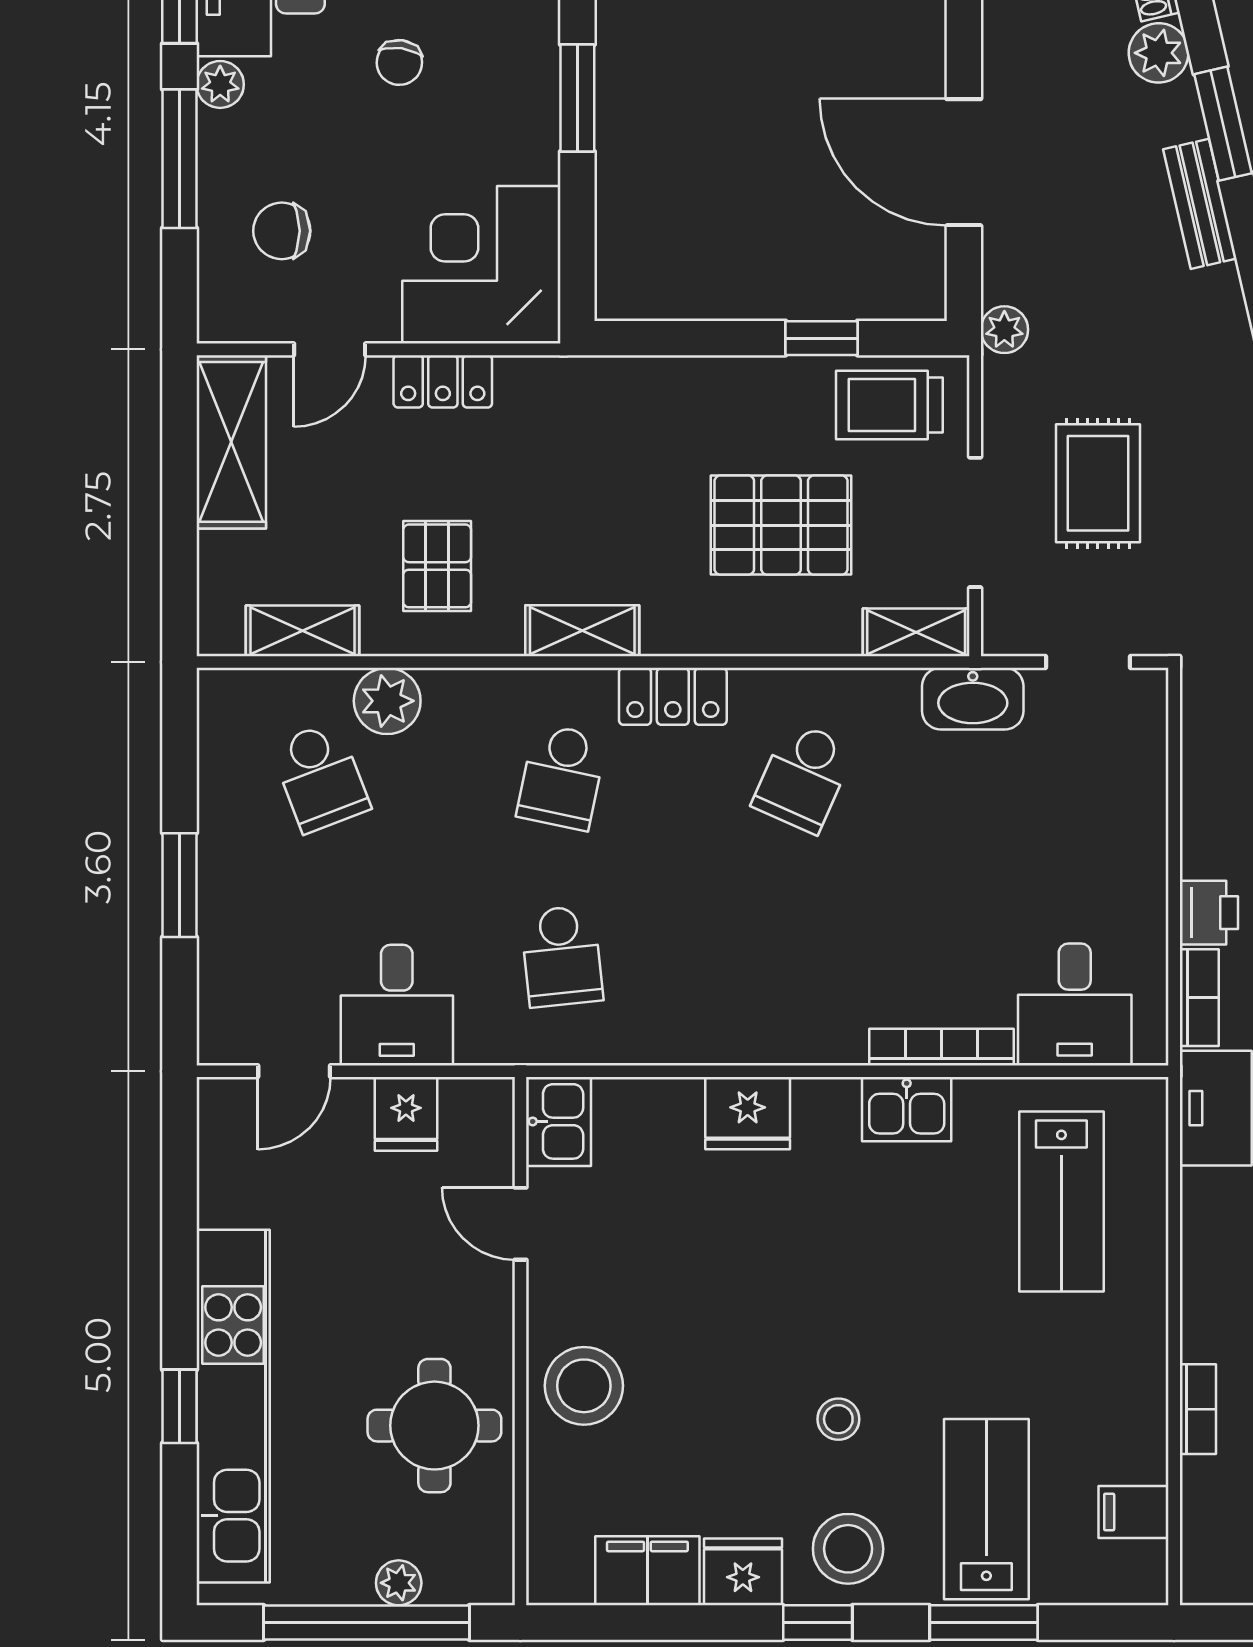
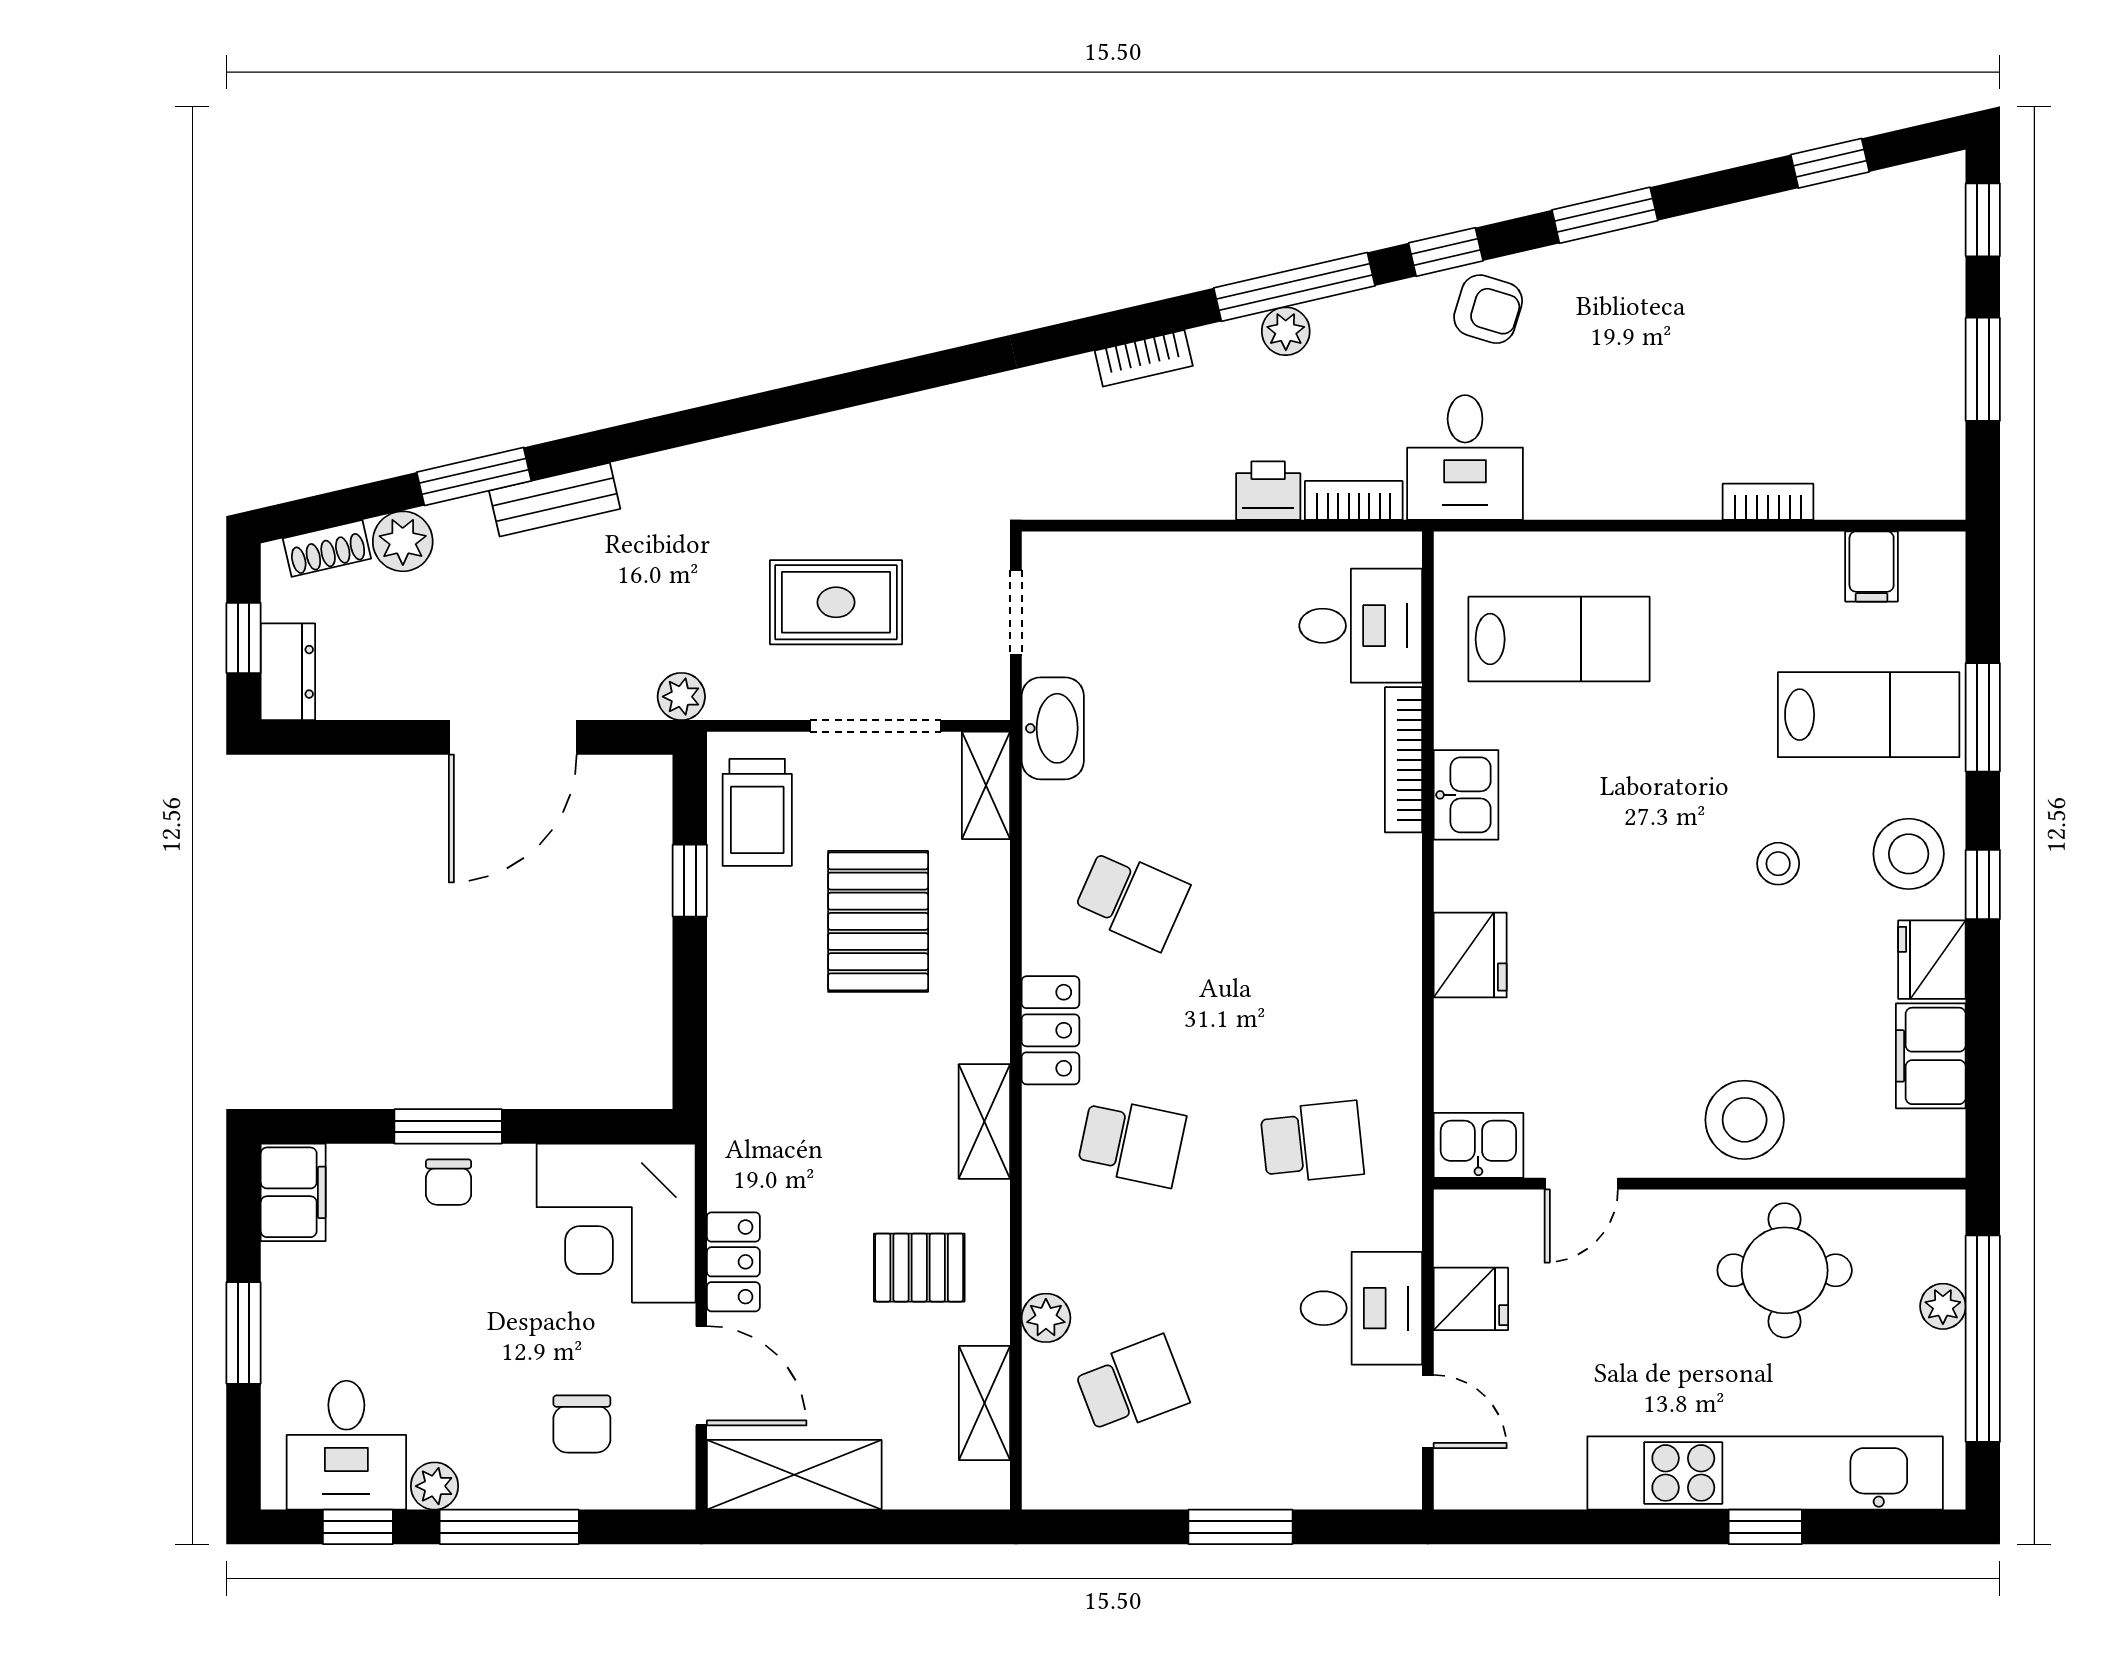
chair: (399, 62) -> (449, 1182), moved, turned 82
door: (330, 349) -> (701, 1376), width x1.37
plant: (387, 701) -> (1046, 1318), width x0.73, depth x0.73
lab bench: (986, 1509) -> (1869, 715), turned 180

